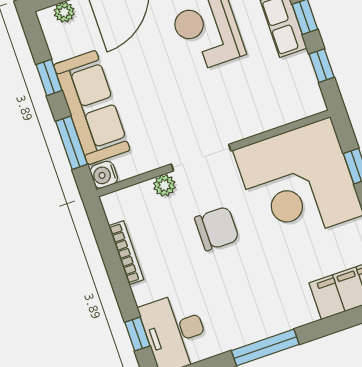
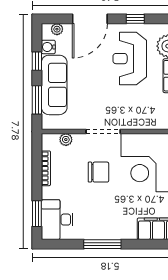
water cooler: (104, 175) -> (48, 47), moved
plant: (164, 185) -> (66, 140), moved
window: (137, 334) -> (37, 214), width x1.50

